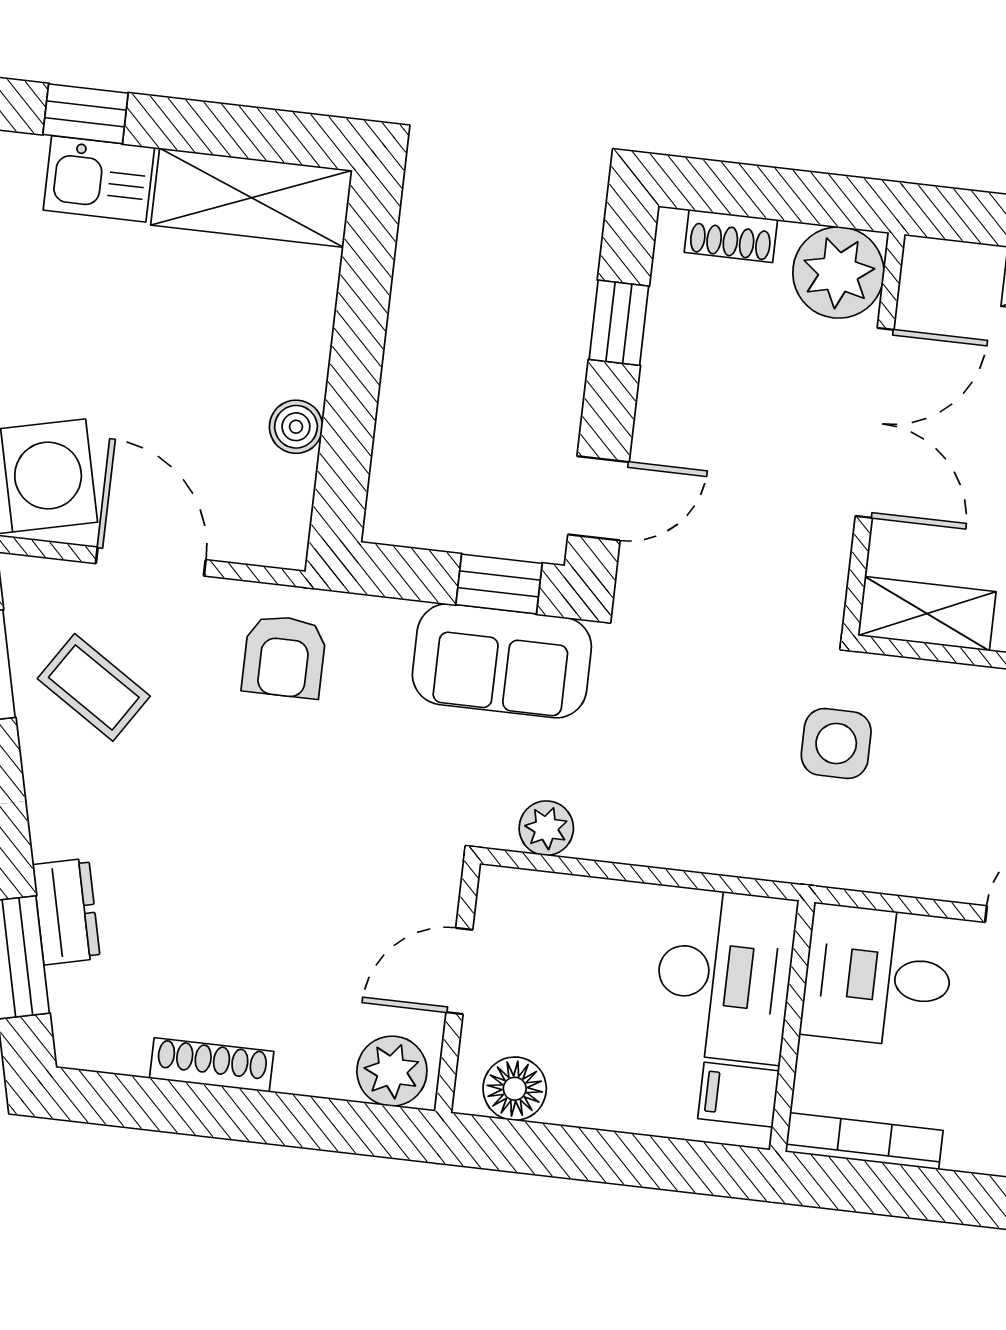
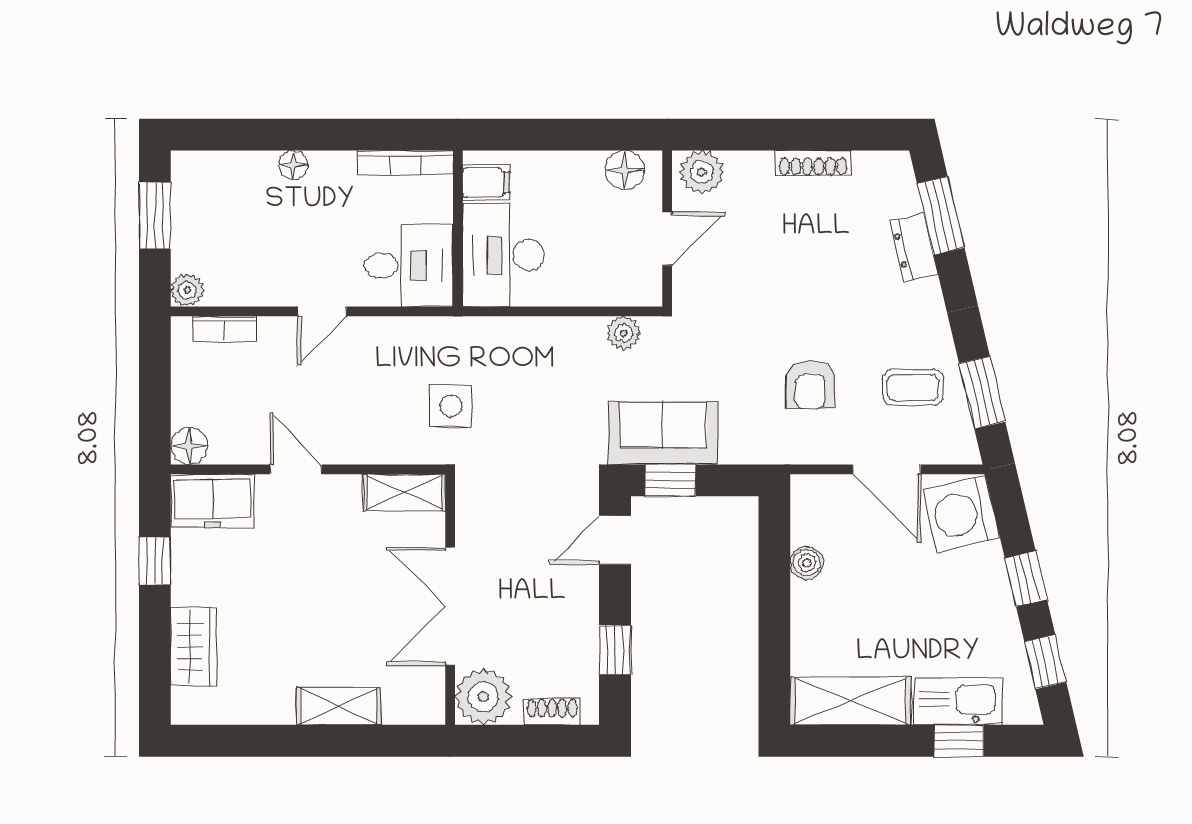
kitchen sink: (99, 179) -> (958, 702), width x1.38
armchair: (284, 657) -> (810, 385), moved, turned 180
coffee table: (94, 687) -> (913, 388), turned -33

